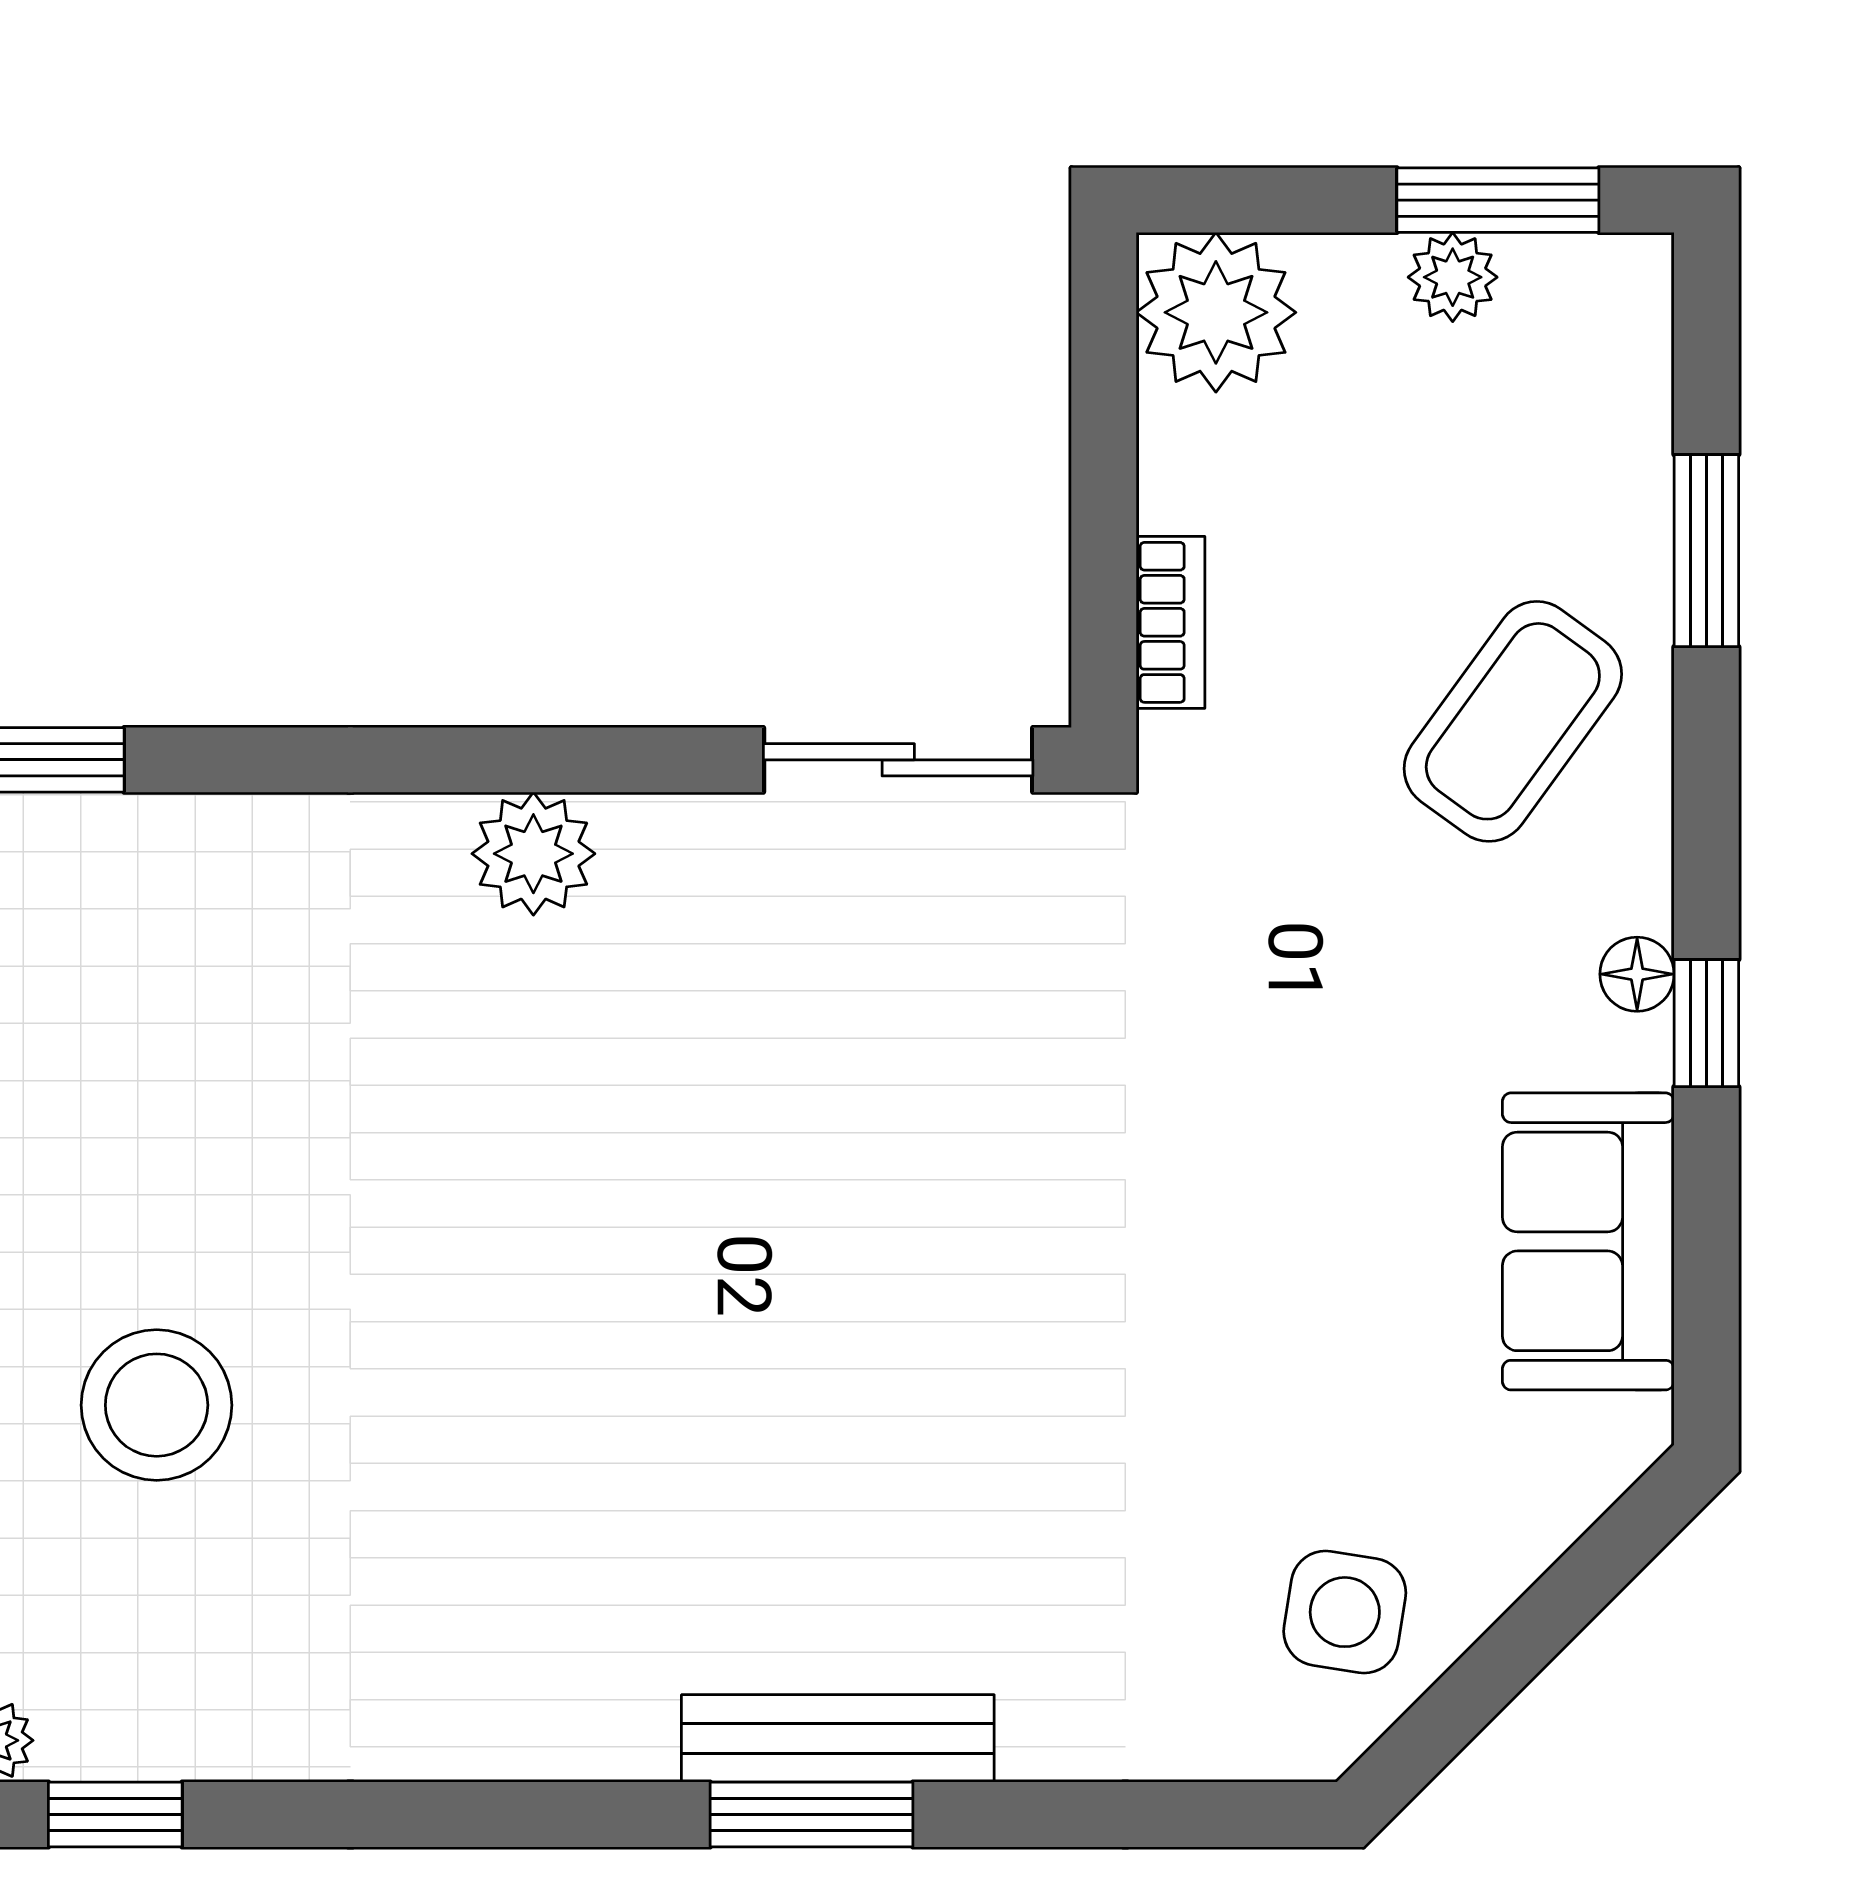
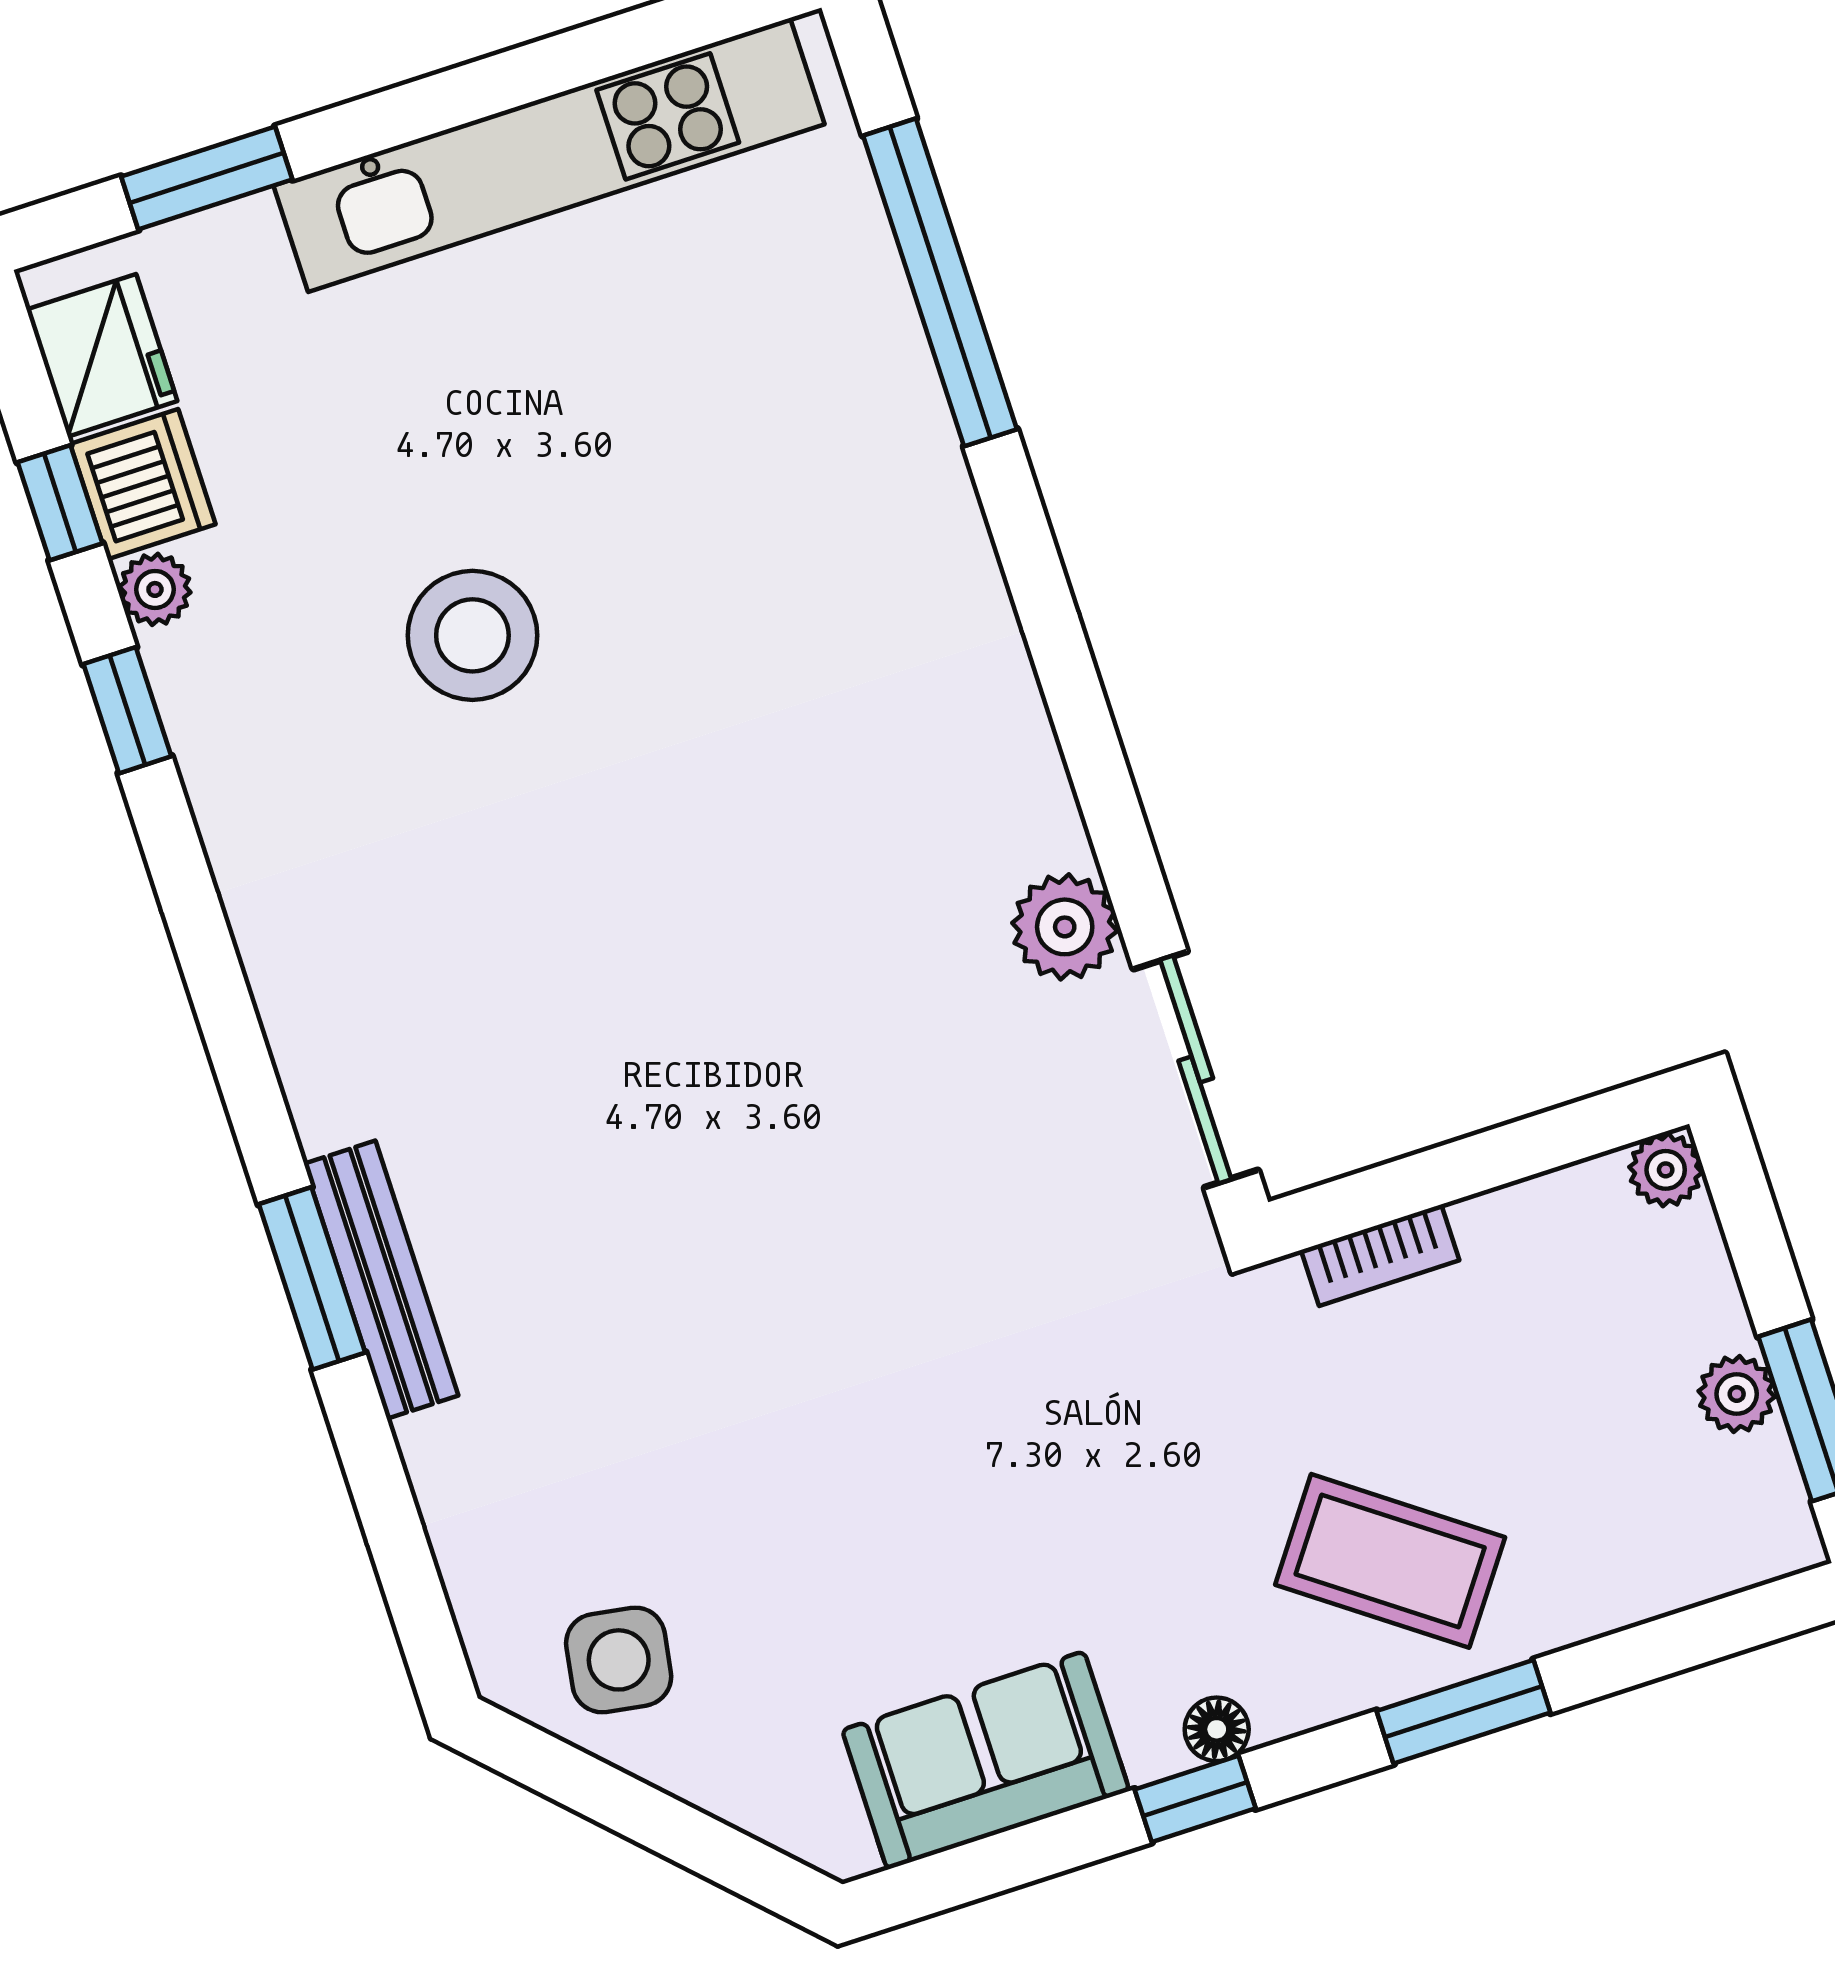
plant: (1216, 312) -> (1666, 1170), width x0.53, depth x0.53
window: (1706, 551) -> (1463, 1712), moved
plant: (533, 854) -> (1065, 927), moved

